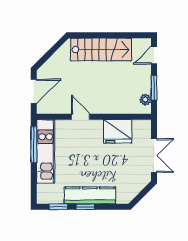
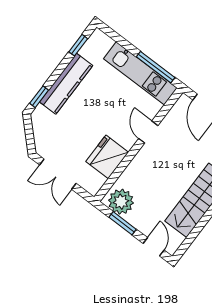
plant: (145, 100) -> (121, 202), width x1.88, depth x1.88
door: (81, 117) -> (148, 132), swing flipped
window: (85, 207) -> (39, 97), moved

